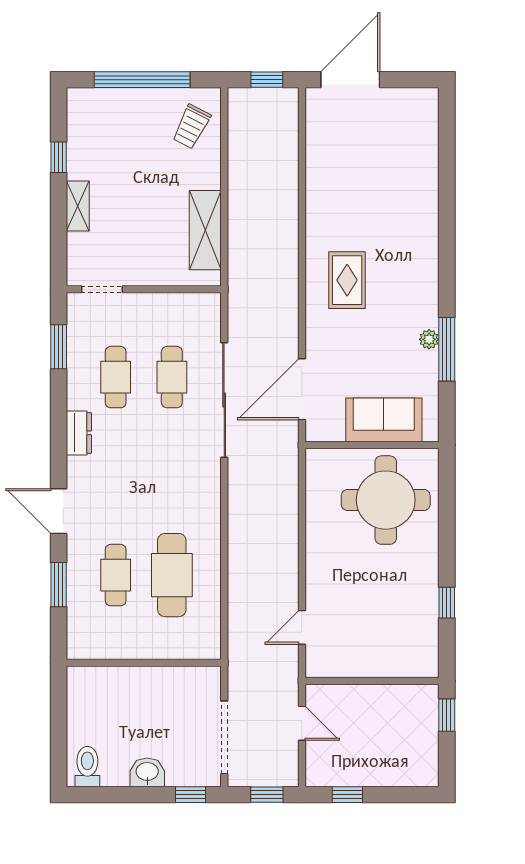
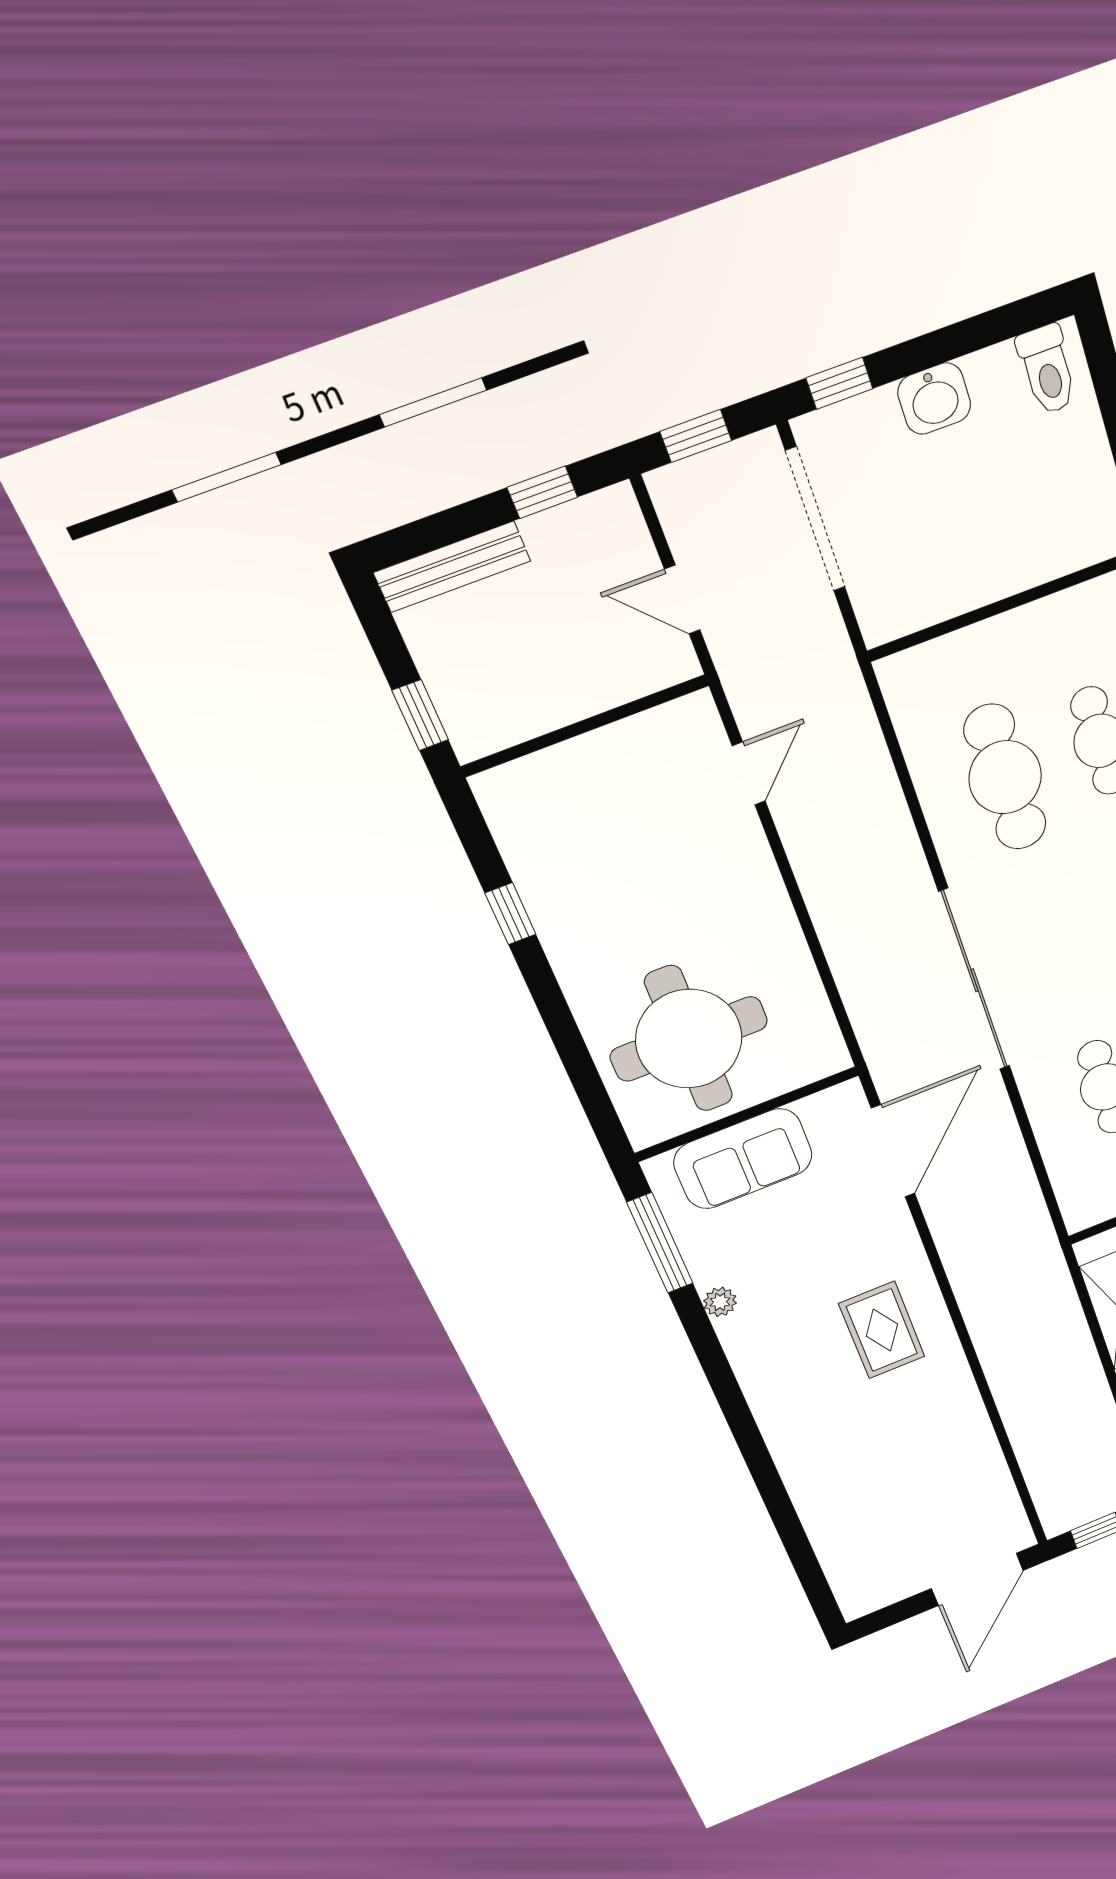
window: (447, 349) -> (660, 1243), moved
sliding door: (224, 400) -> (975, 980), moved
bench: (402, 777) -> (452, 567), added

